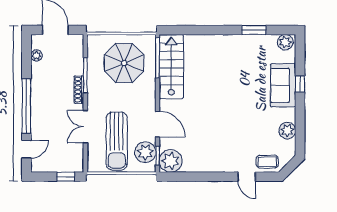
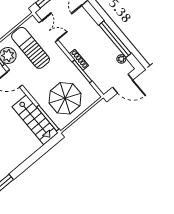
window: (26, 106) -> (115, 39), moved
double door: (85, 127) -> (48, 31), moved

